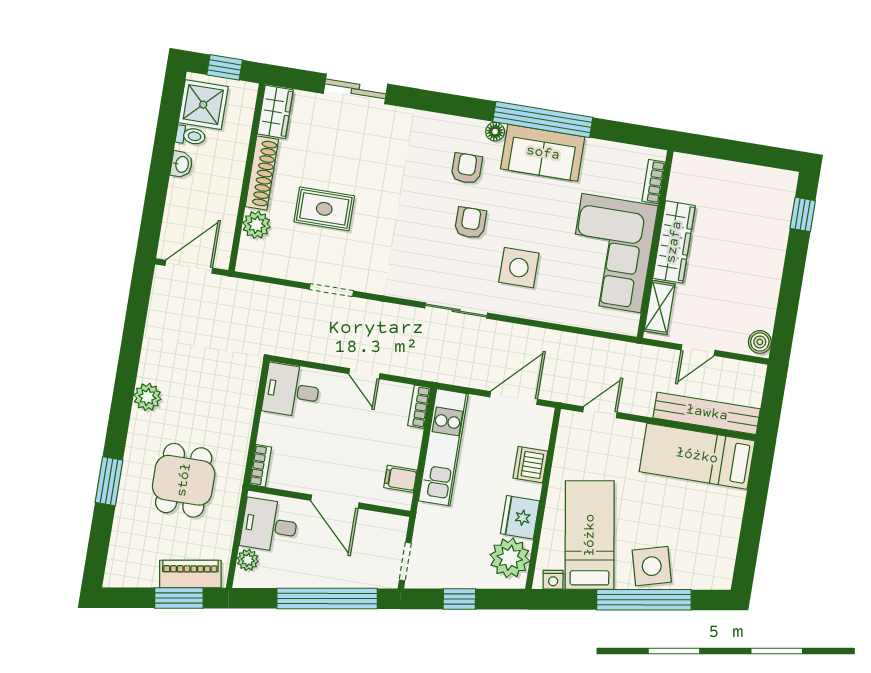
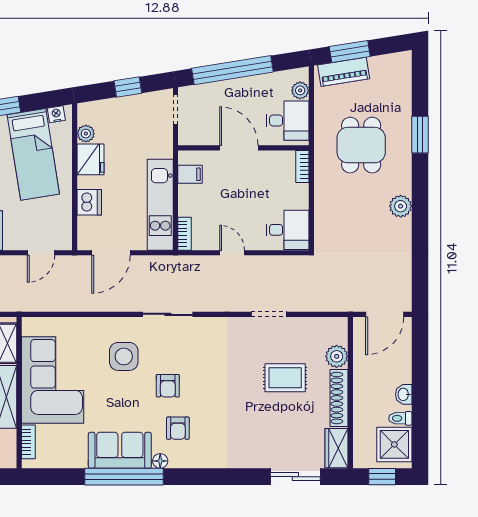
sliding door: (355, 89) -> (295, 477), moved
plant: (510, 558) -> (86, 134), width x0.53, depth x0.53

